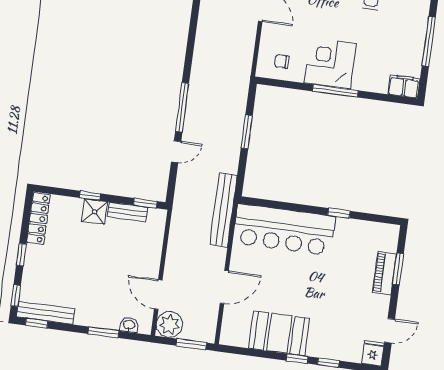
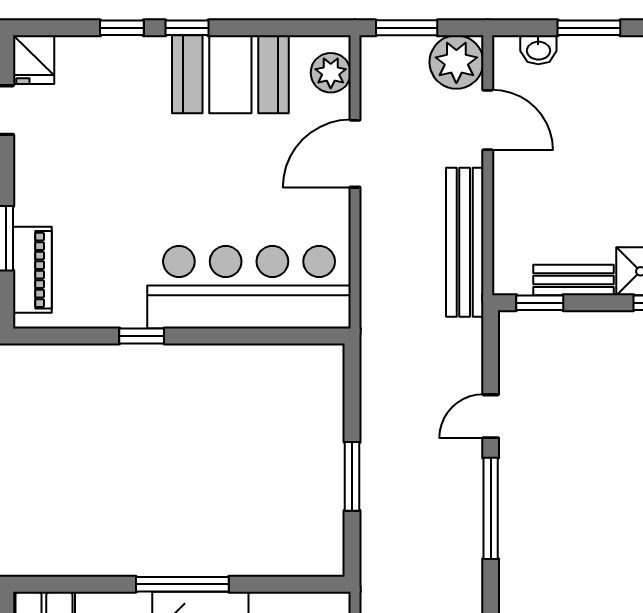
bench: (223, 210) -> (465, 242), moved
piano: (384, 273) -> (32, 270), moved
plant: (231, 327) -> (331, 73), added

